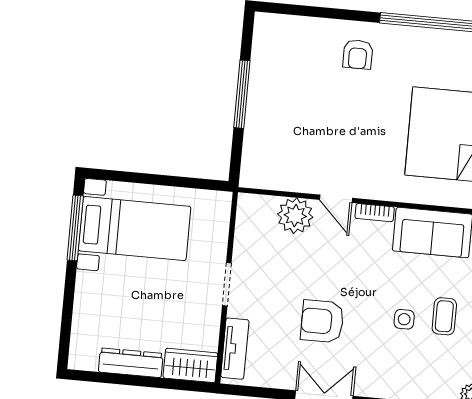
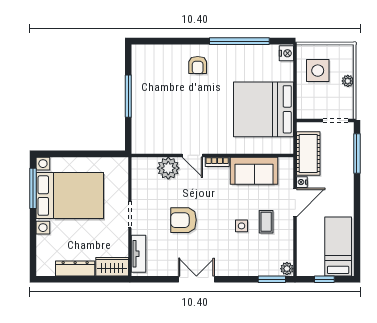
bed with nightstands: (135, 229) -> (70, 196), width x1.36
armchair: (322, 321) -> (183, 220), moved

